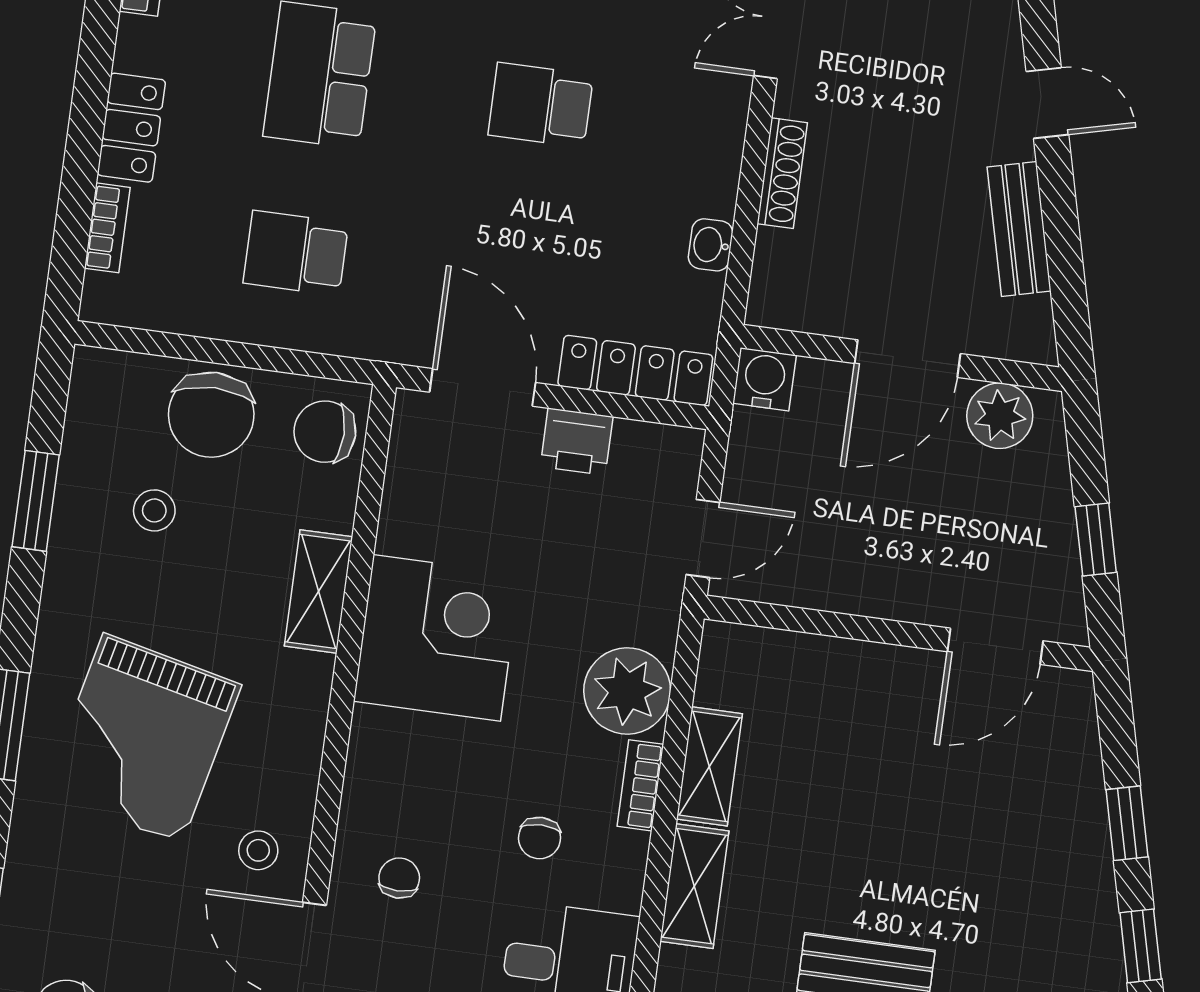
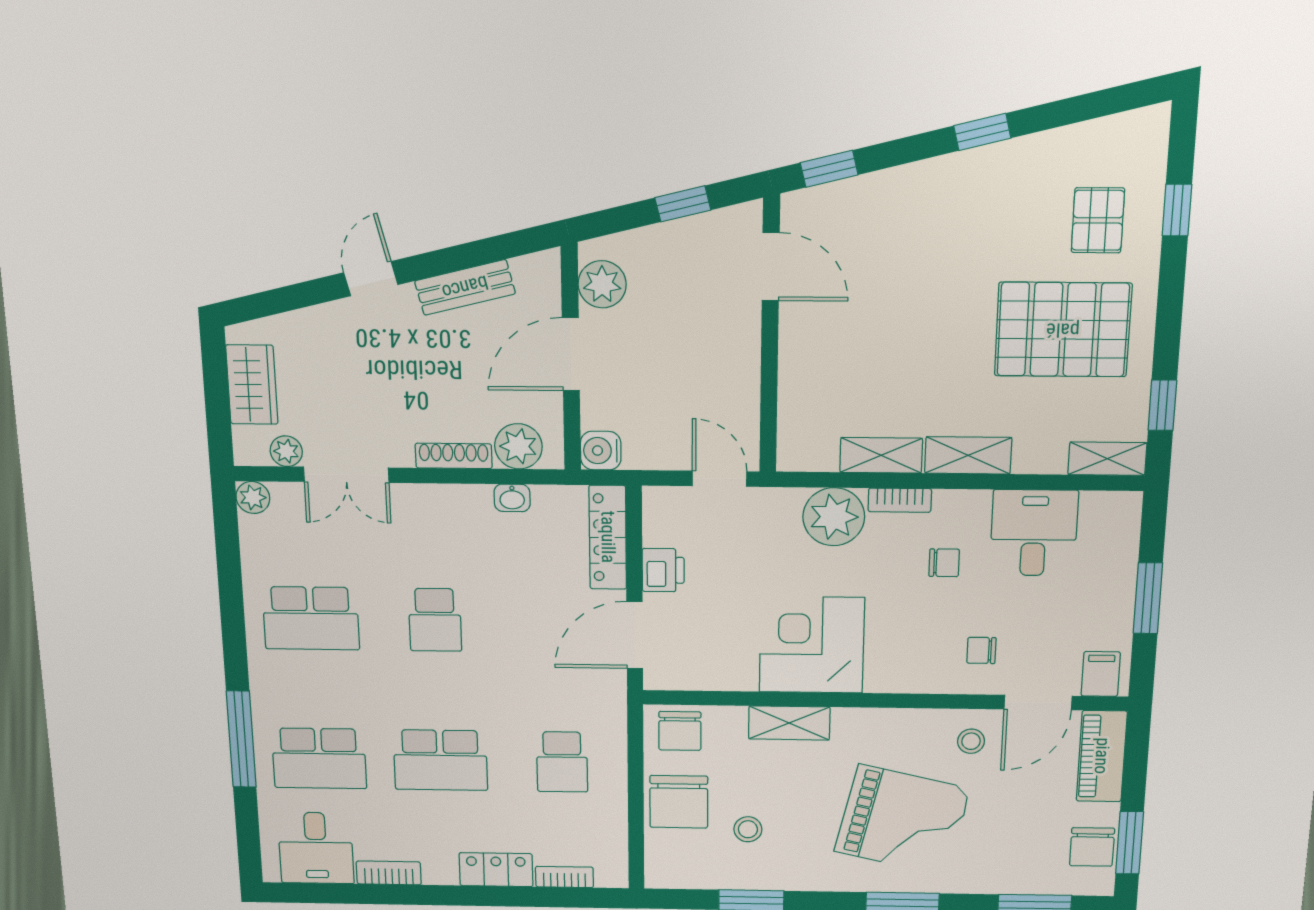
plant: (785, 266) -> (518, 446), added
door: (908, 359) -> (571, 354), swing flipped
chair: (211, 415) -> (679, 802), turned 90
window: (1127, 823) -> (829, 169), moved

